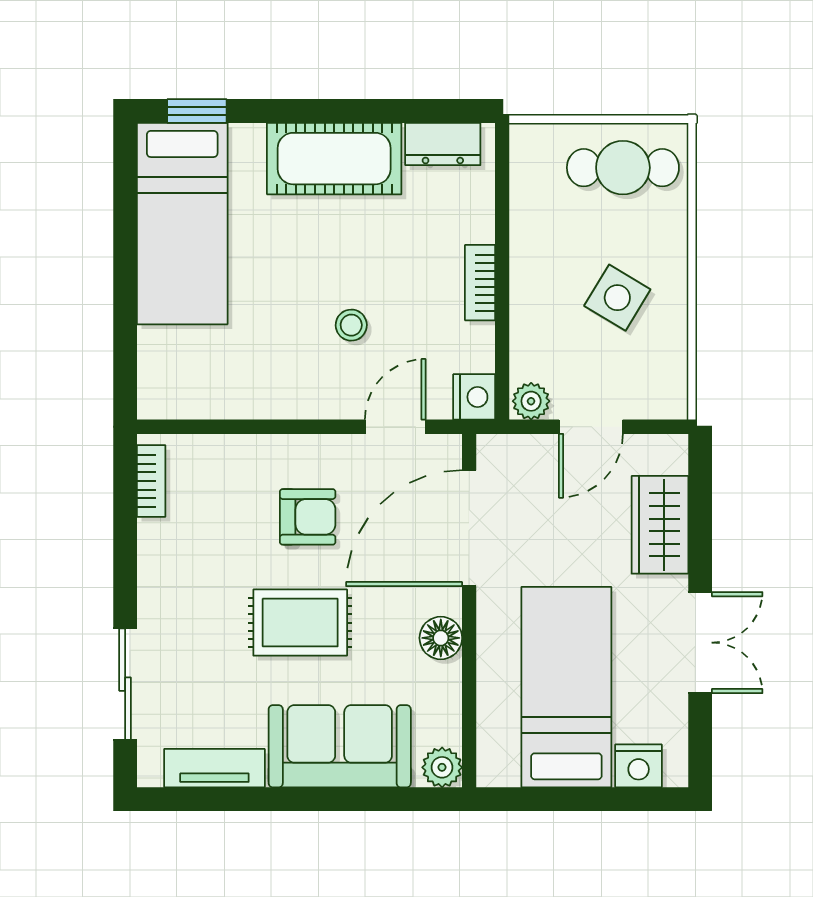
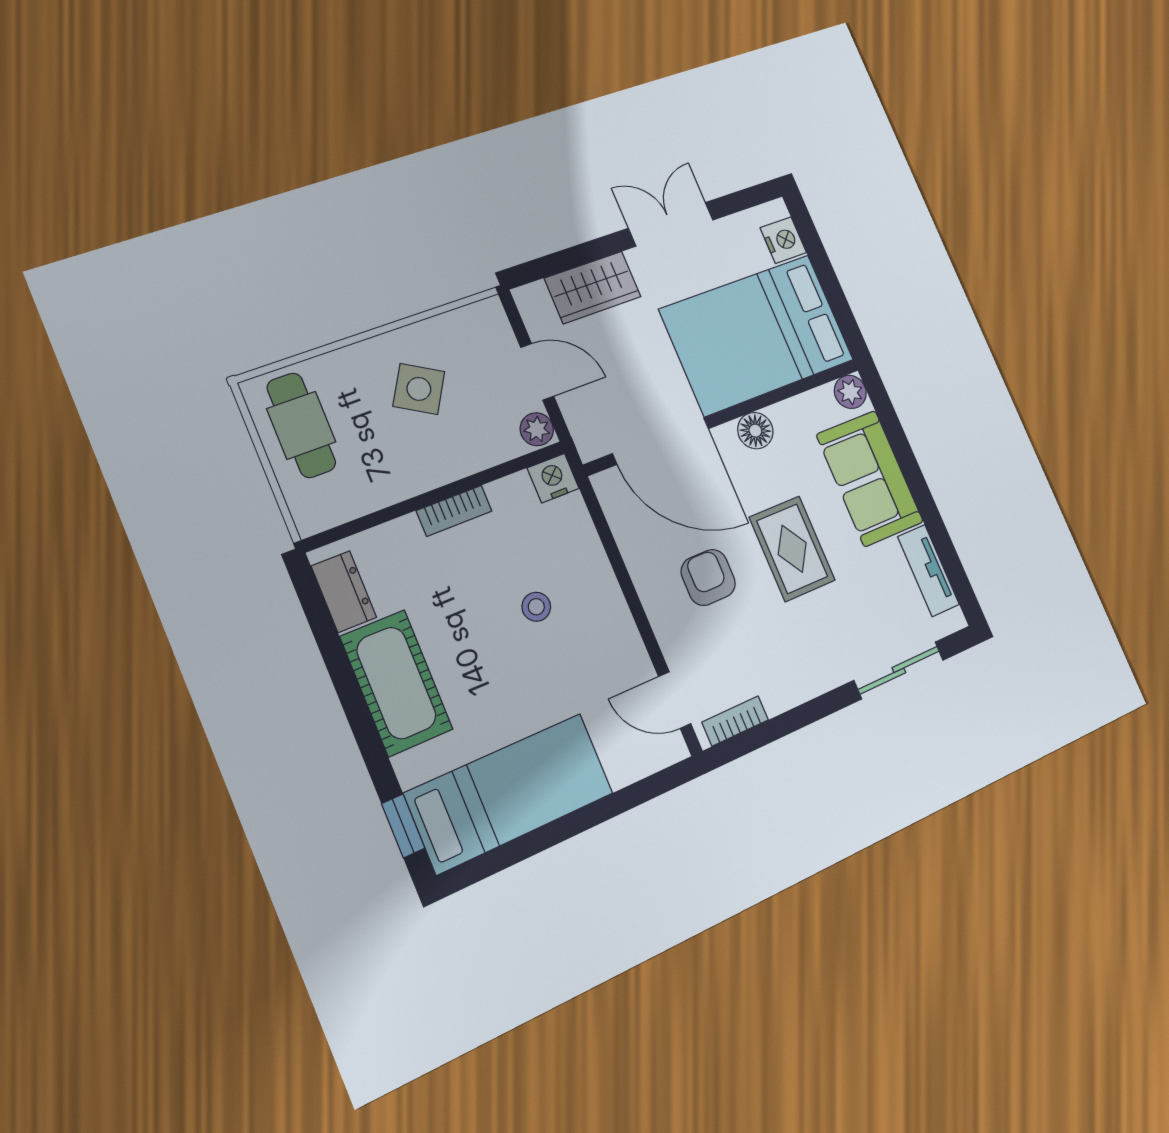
door: (395, 427) -> (675, 700), moved
bed: (566, 687) -> (757, 335), width x1.50

